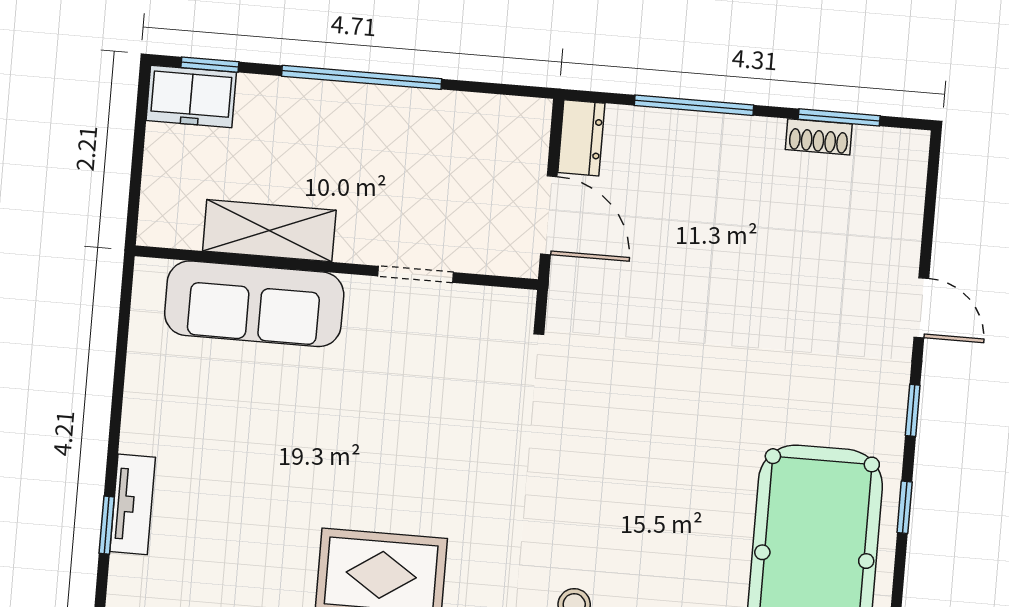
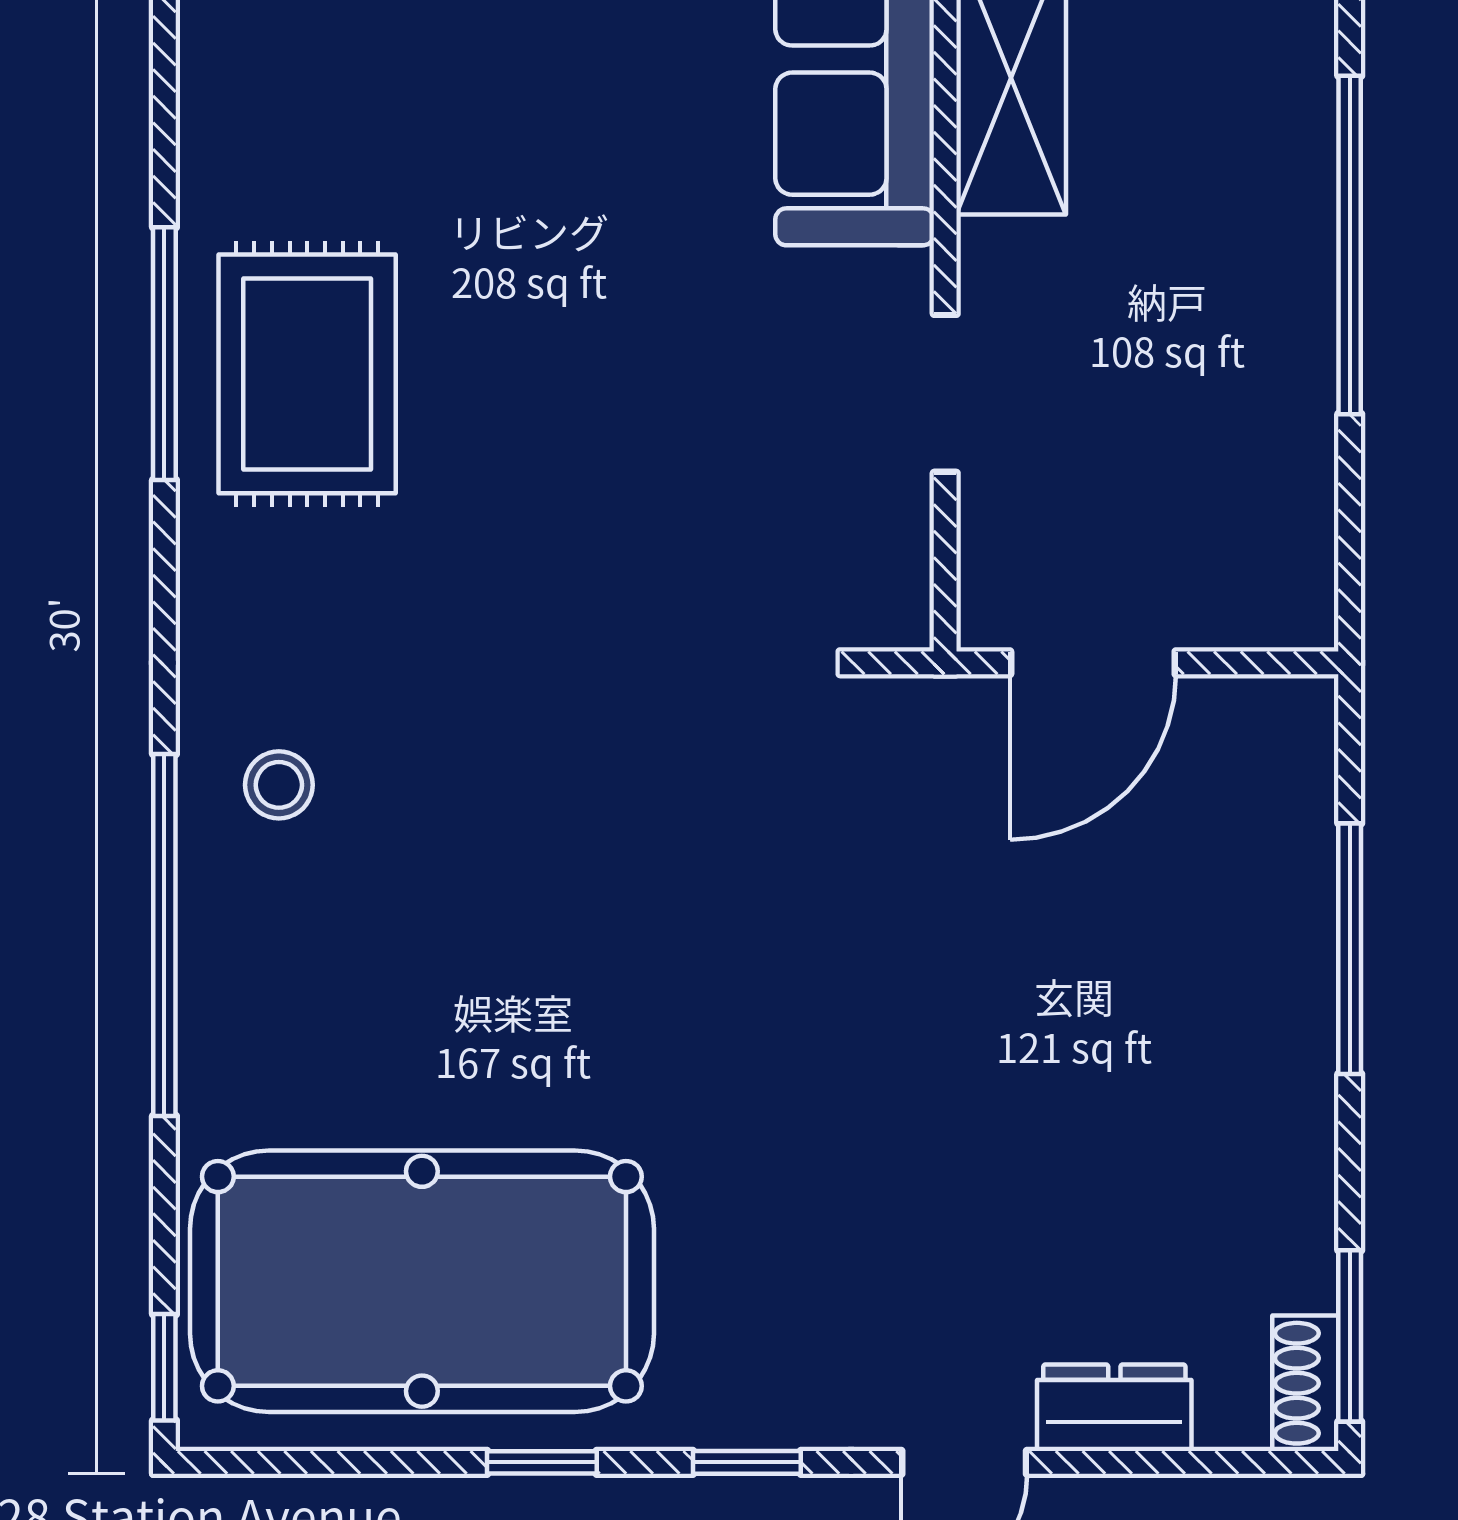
window: (839, 117) -> (1350, 1336), moved
shoe rack: (819, 137) -> (1305, 1383), moved
dresser: (581, 138) -> (1114, 1408), moved, turned 180

